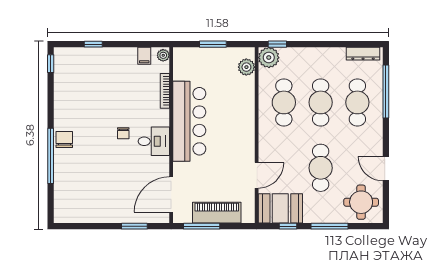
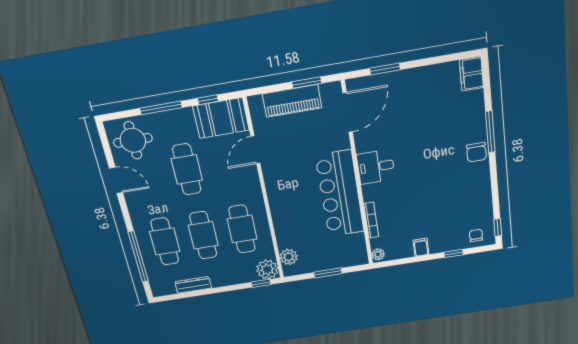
dresser: (363, 54) -> (193, 285), moved
filing cabinet: (144, 56) -> (421, 247), moved
chair: (123, 133) -> (476, 236), moved
window: (51, 156) -> (490, 132), width x0.68
filing cabinet: (63, 210) -> (471, 74), added
window: (202, 226) -> (307, 83), width x0.69

